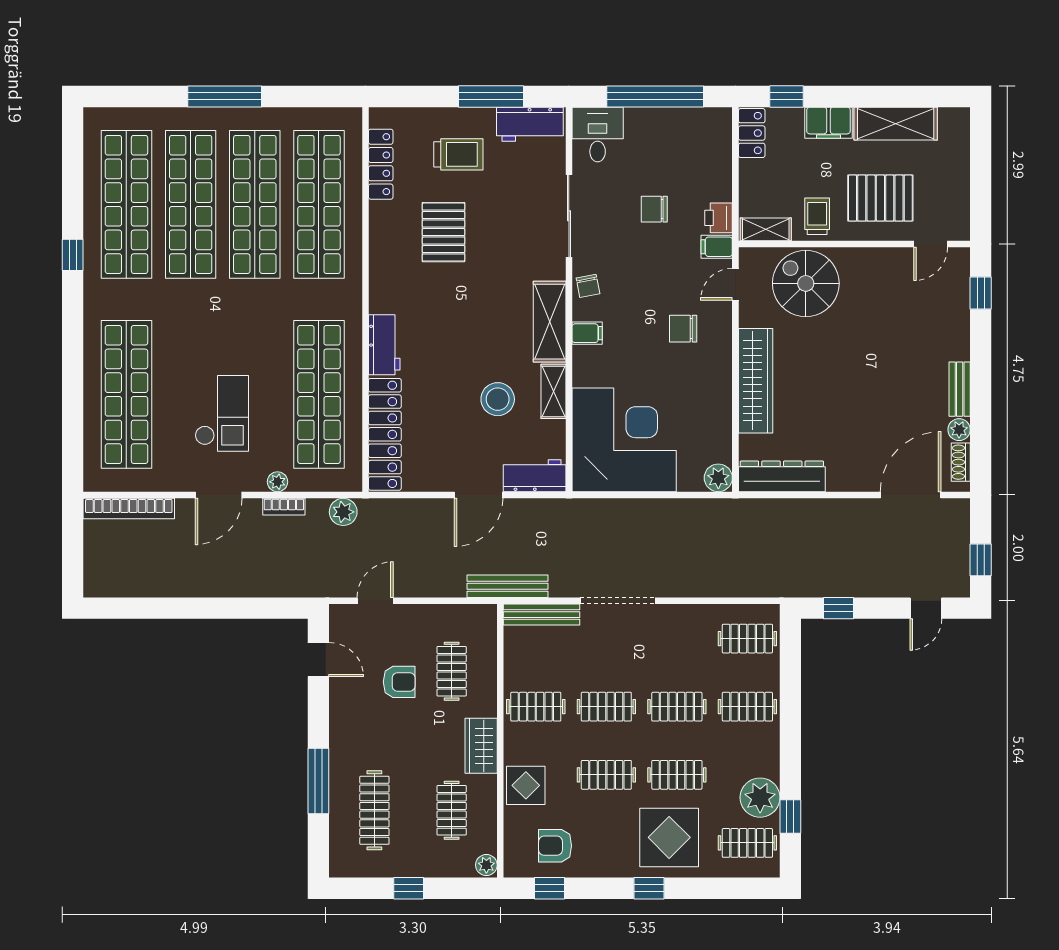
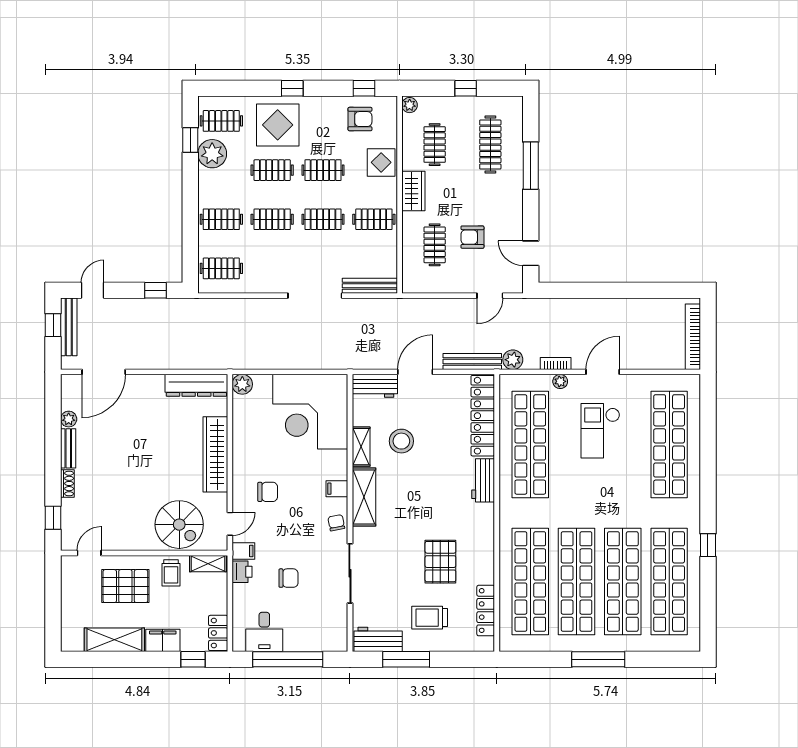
desk: (598, 134) -> (264, 632), moved
shoe rack: (961, 462) -> (67, 483), moved
bookcase: (129, 509) -> (693, 337), moved, turned -90
bench: (959, 557) -> (69, 327), added
bench: (507, 586) -> (472, 362), moved

